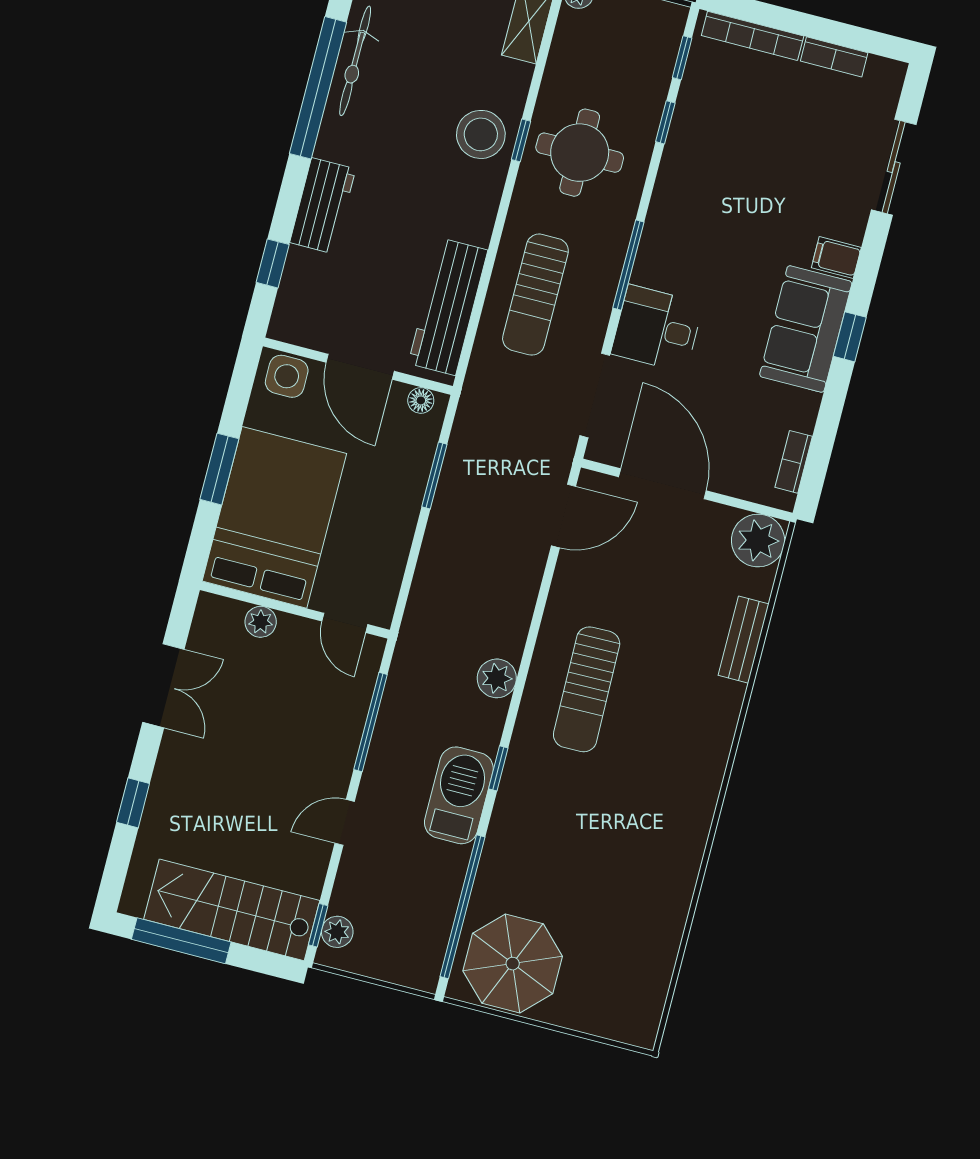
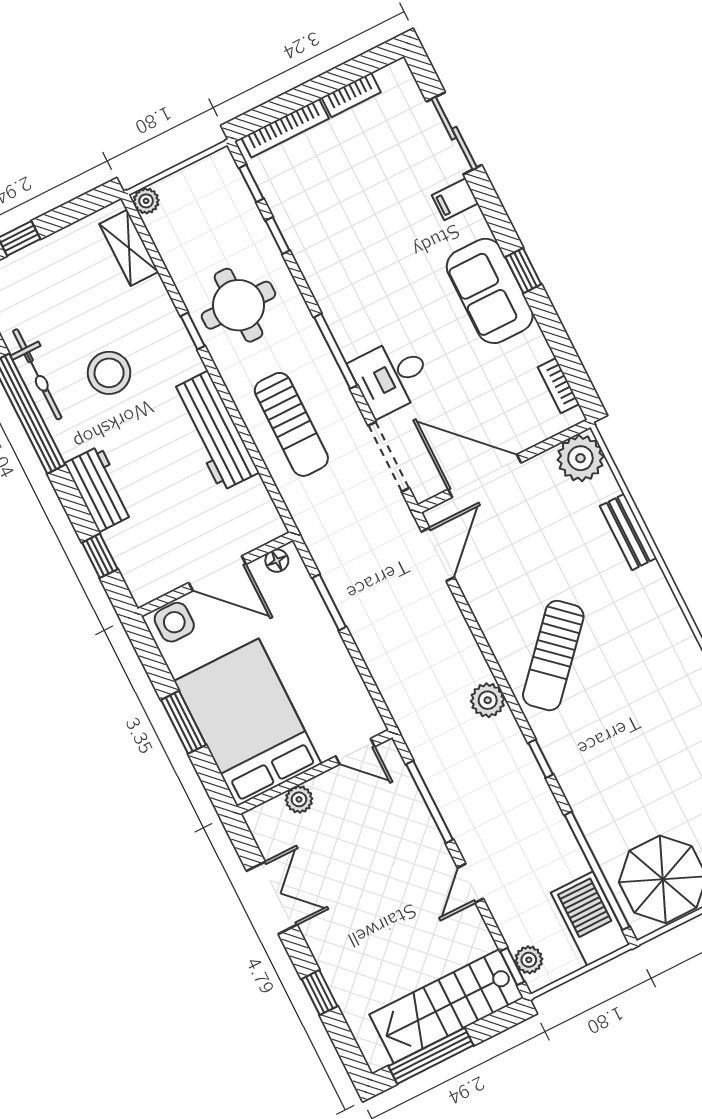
stool: (481, 134) -> (109, 373), moved
filing cabinet: (836, 258) -> (455, 199), moved
workbench: (448, 307) -> (215, 431), moved
sun lounger: (587, 689) -> (553, 656), turned 43
barbecue: (459, 795) -> (590, 919), moved

